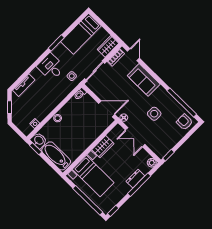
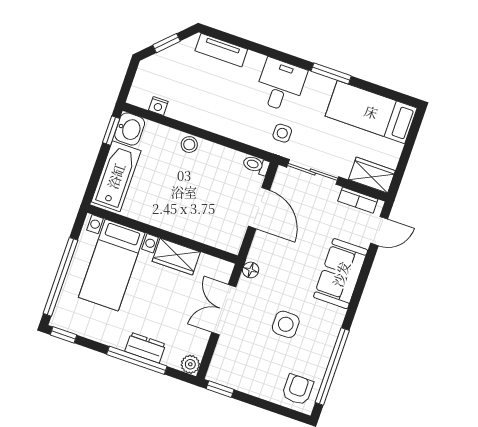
door: (107, 109) -> (259, 208), moved

